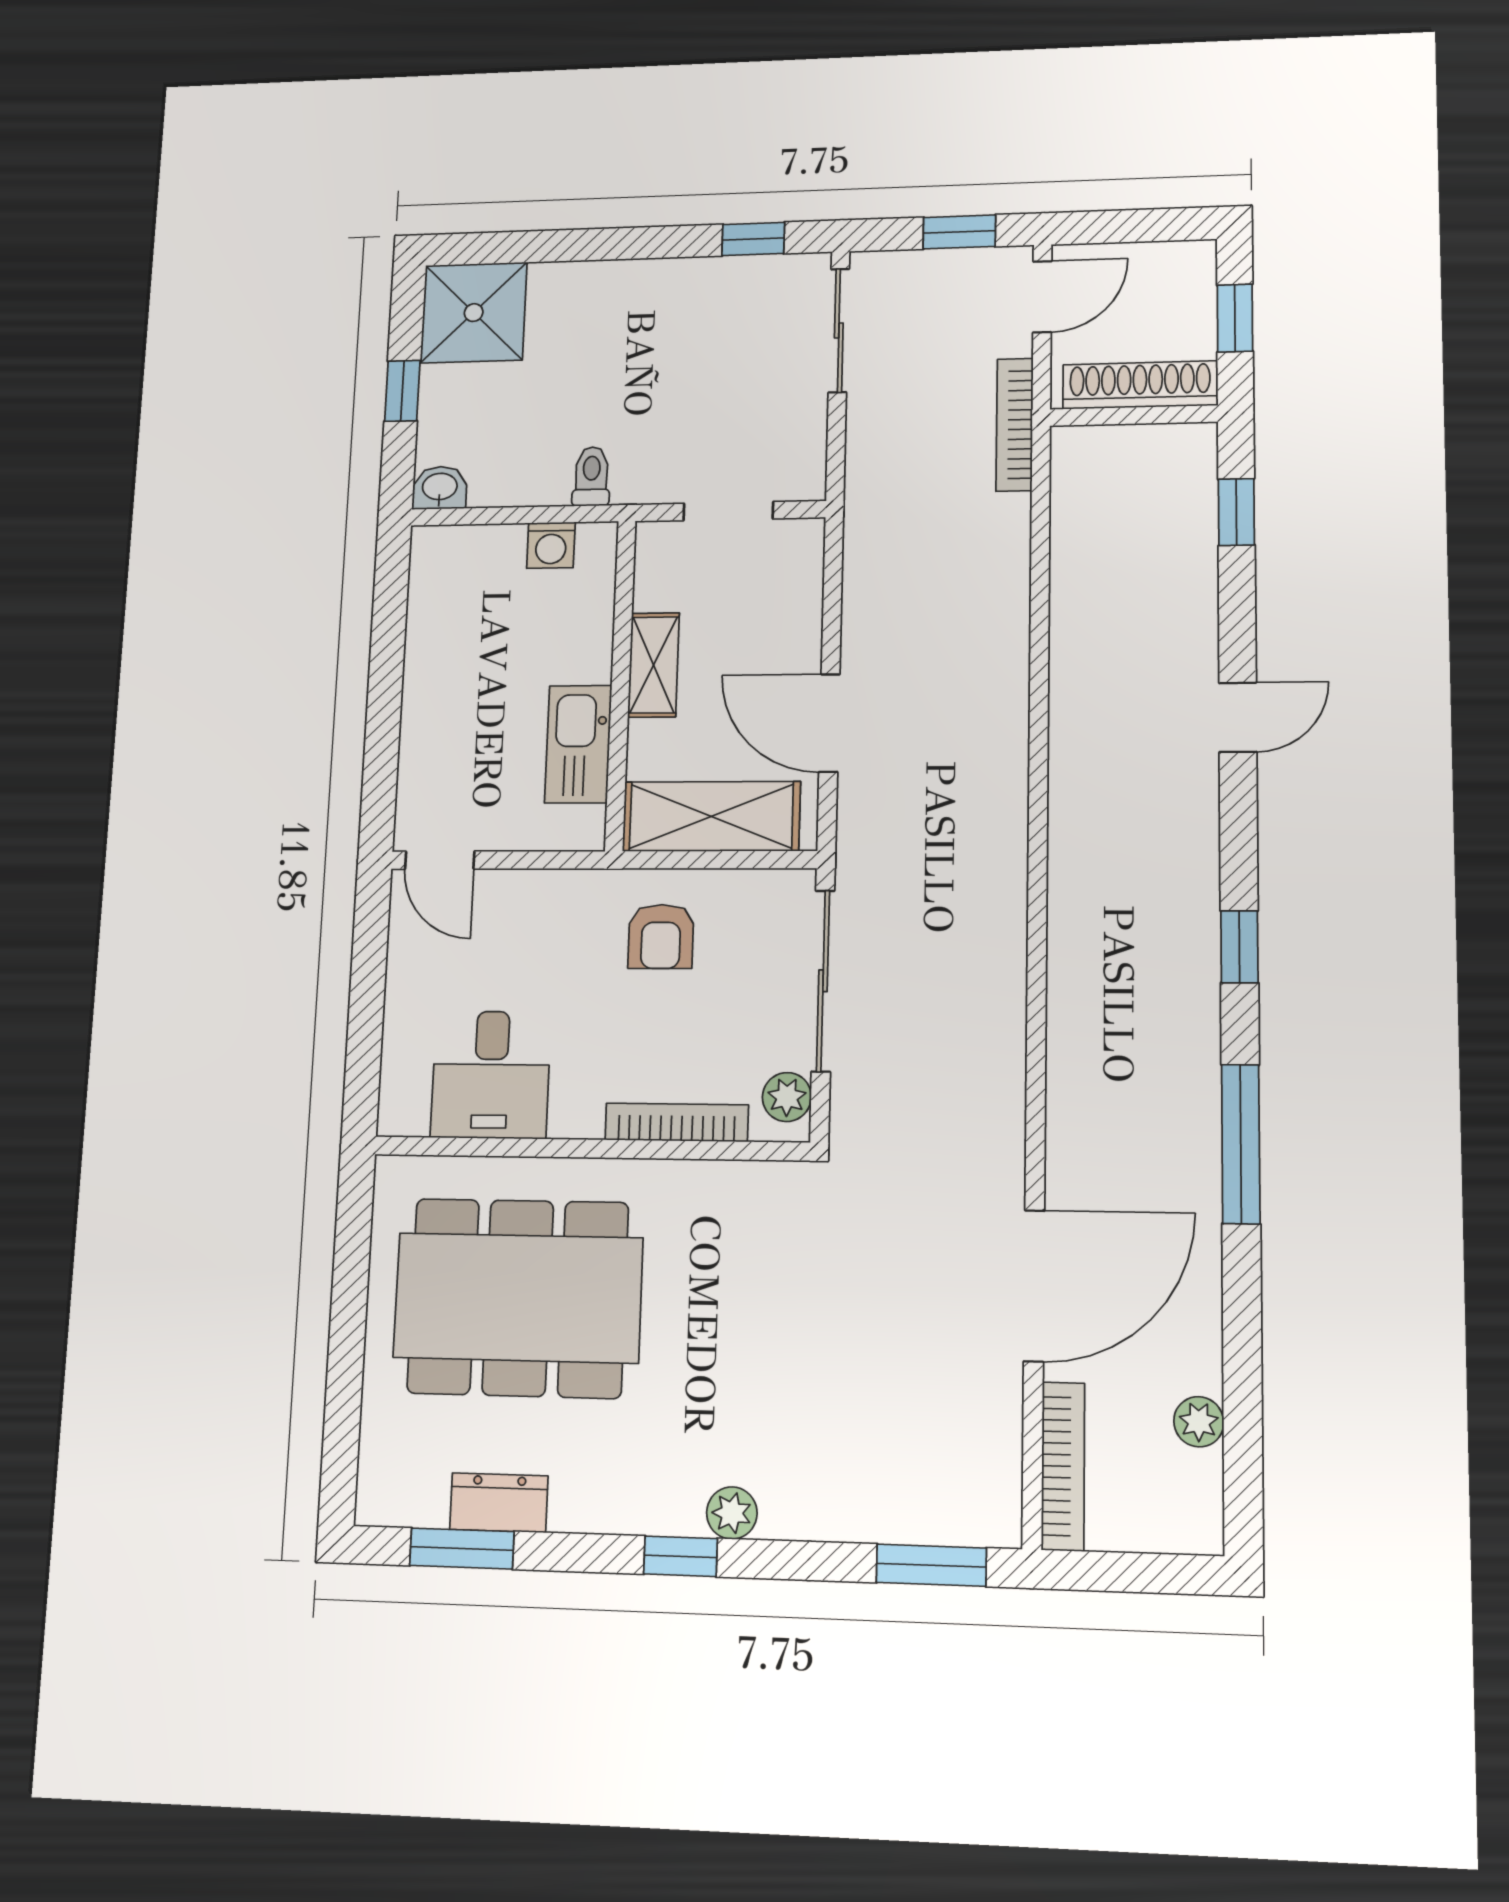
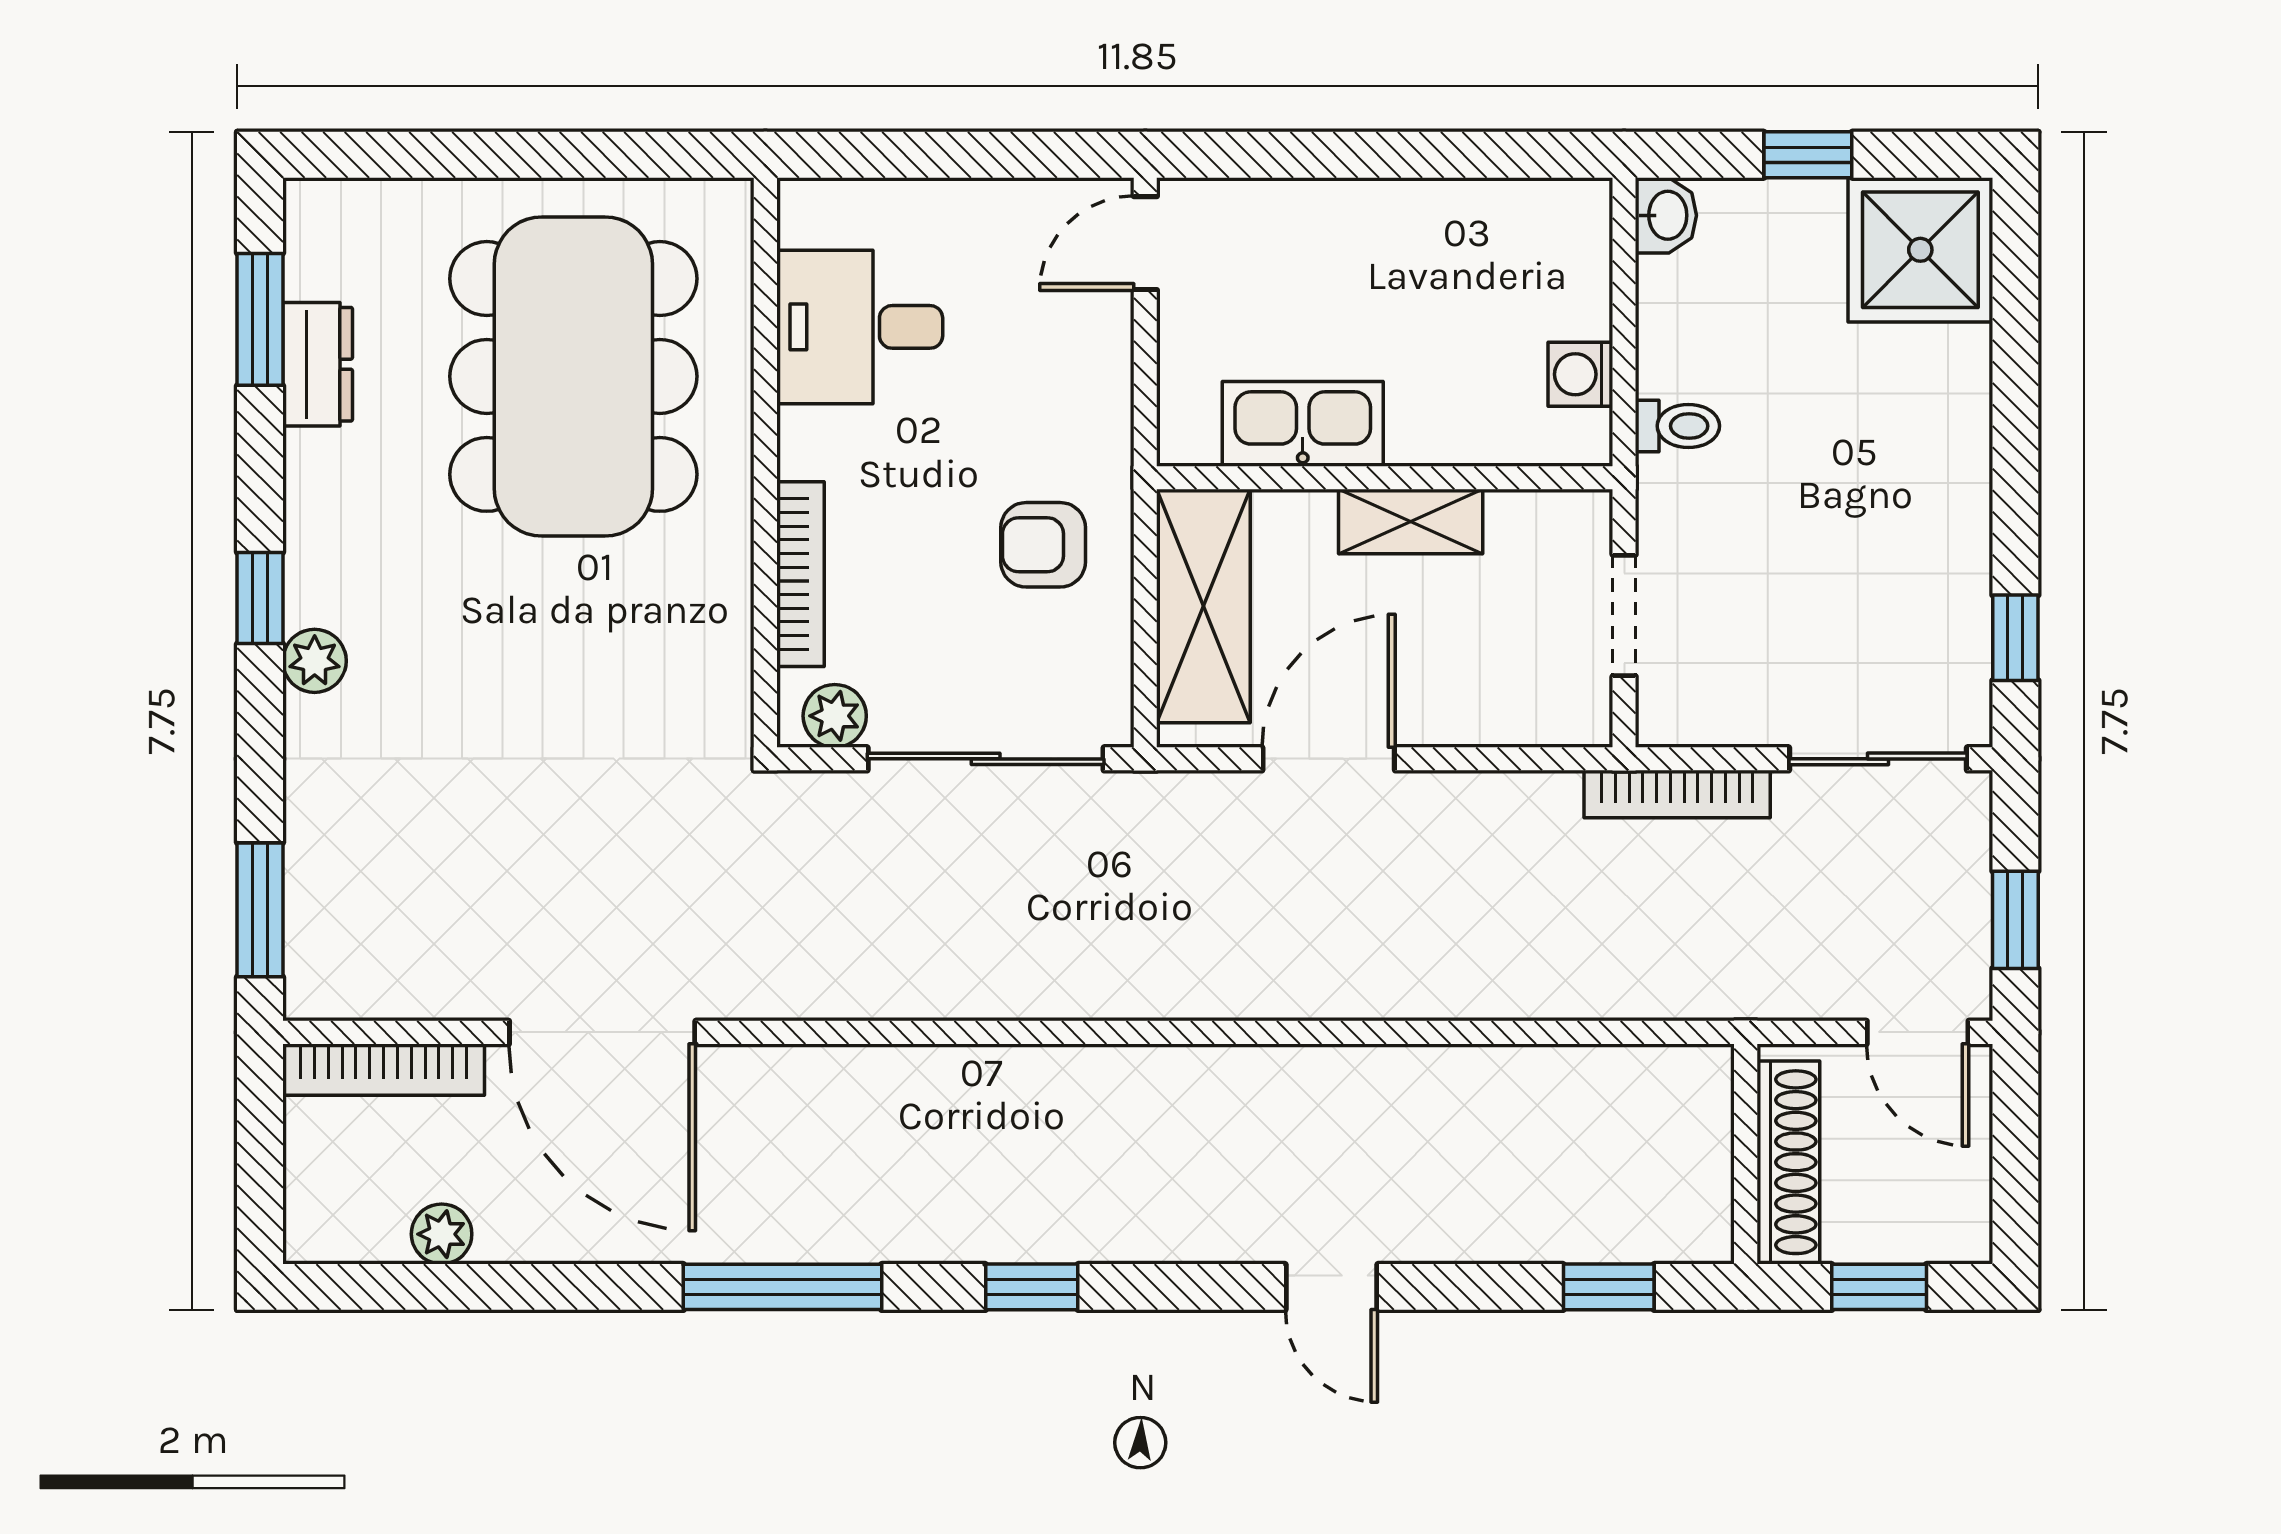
bookcase: (1015, 425) -> (1677, 794), moved, turned 180

